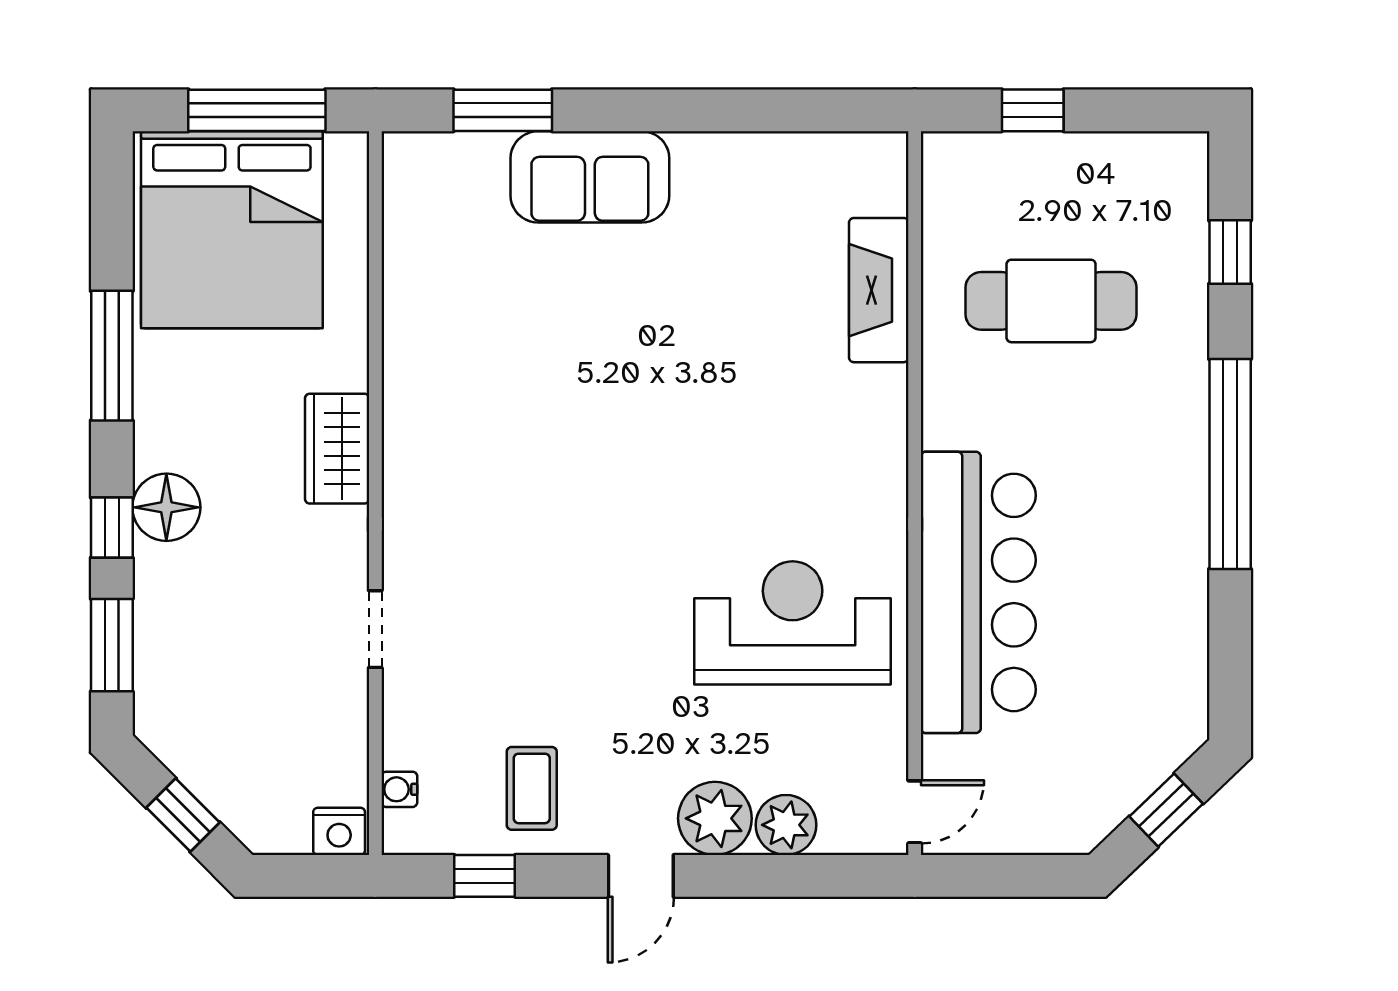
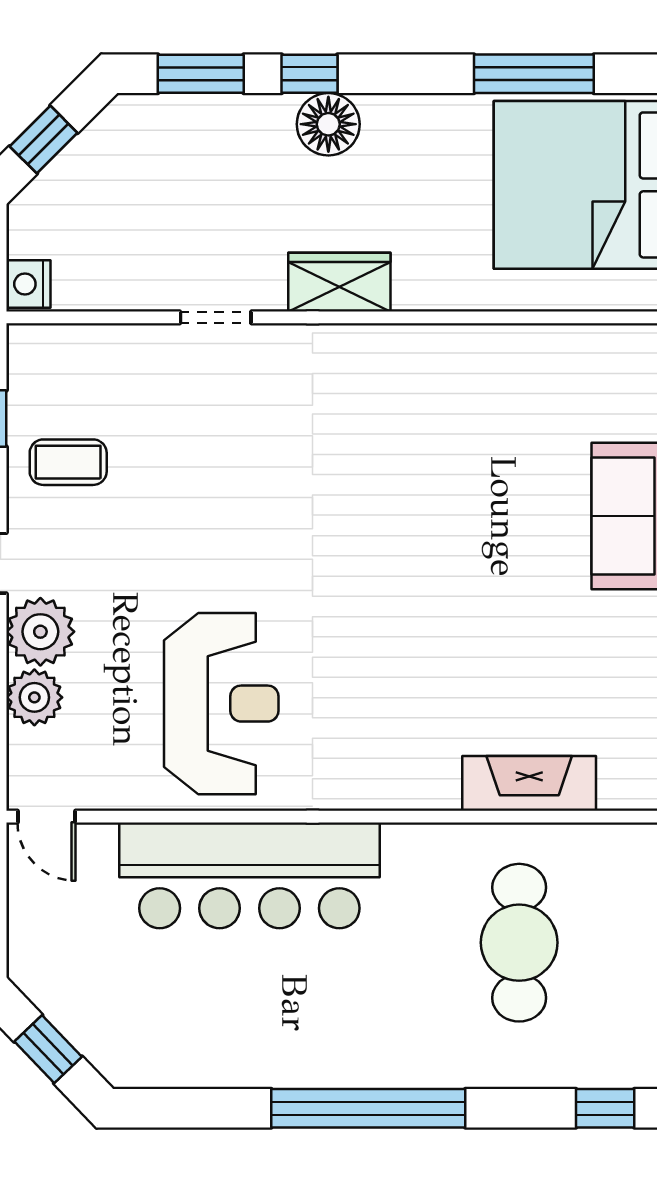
window: (1230, 252) -> (605, 1108), moved
window: (112, 356) -> (534, 74), moved
wardrobe: (337, 449) -> (339, 282), moved
water cooler: (399, 789) -> (67, 340), removed

